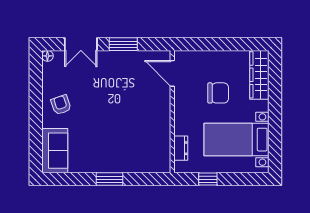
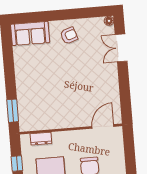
window: (123, 44) -> (124, 83), removed
window: (109, 179) -> (13, 111), moved

